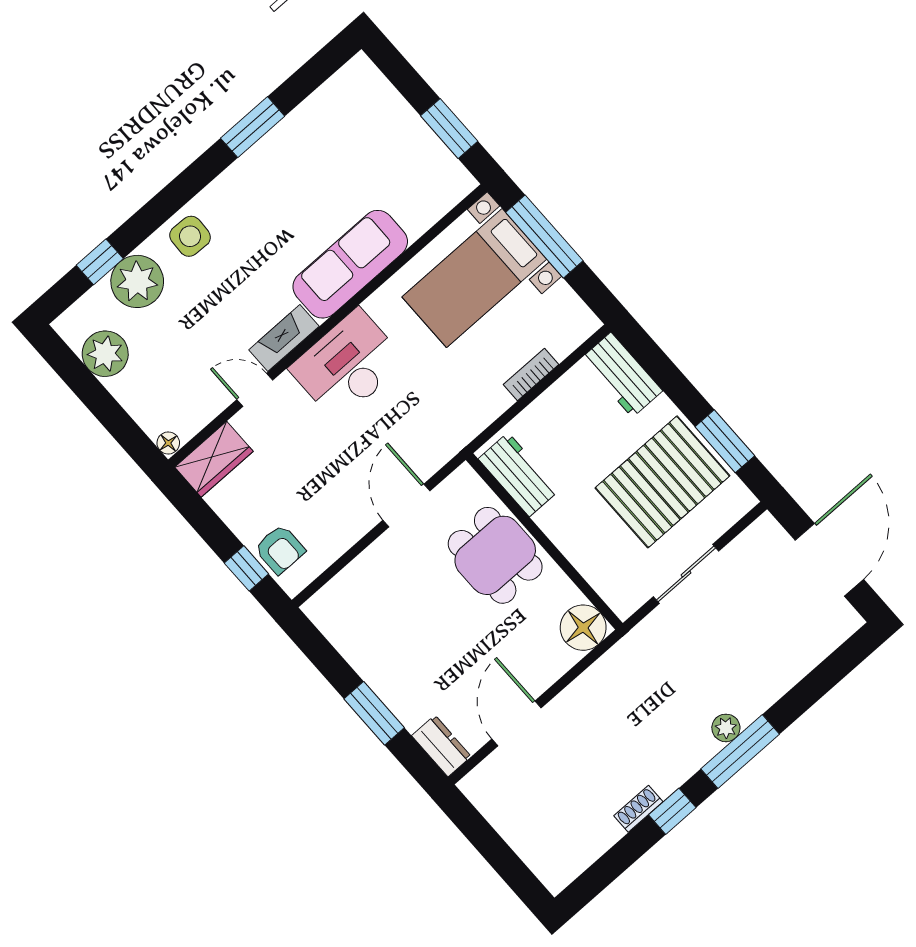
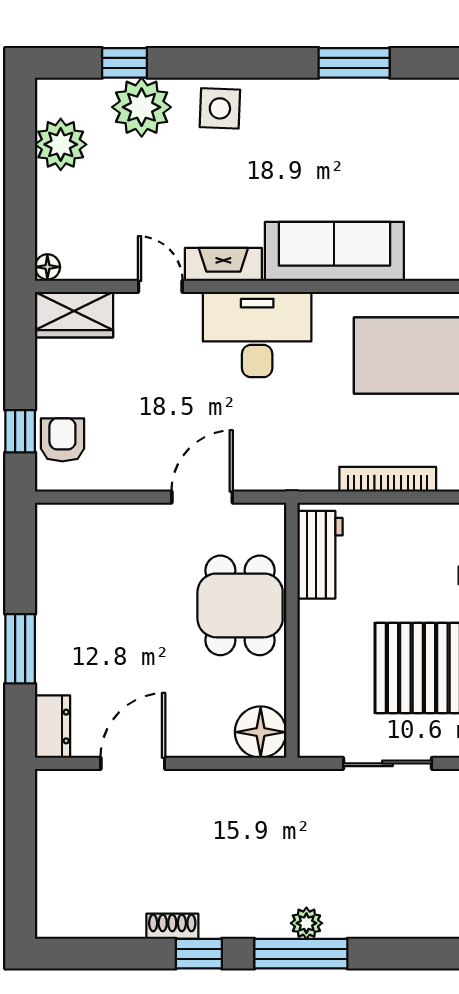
bookcase: (531, 374) -> (388, 479), width x1.56
armchair: (280, 549) -> (62, 440), turned 180

